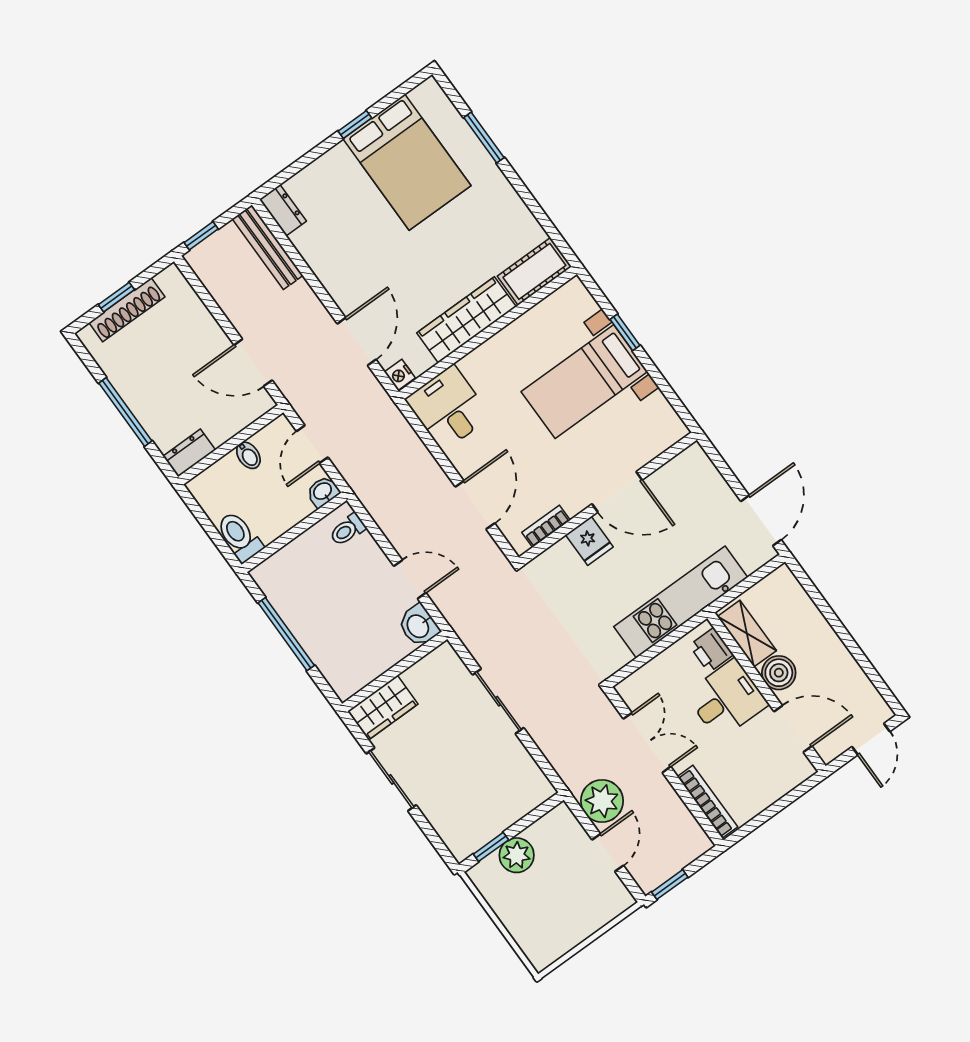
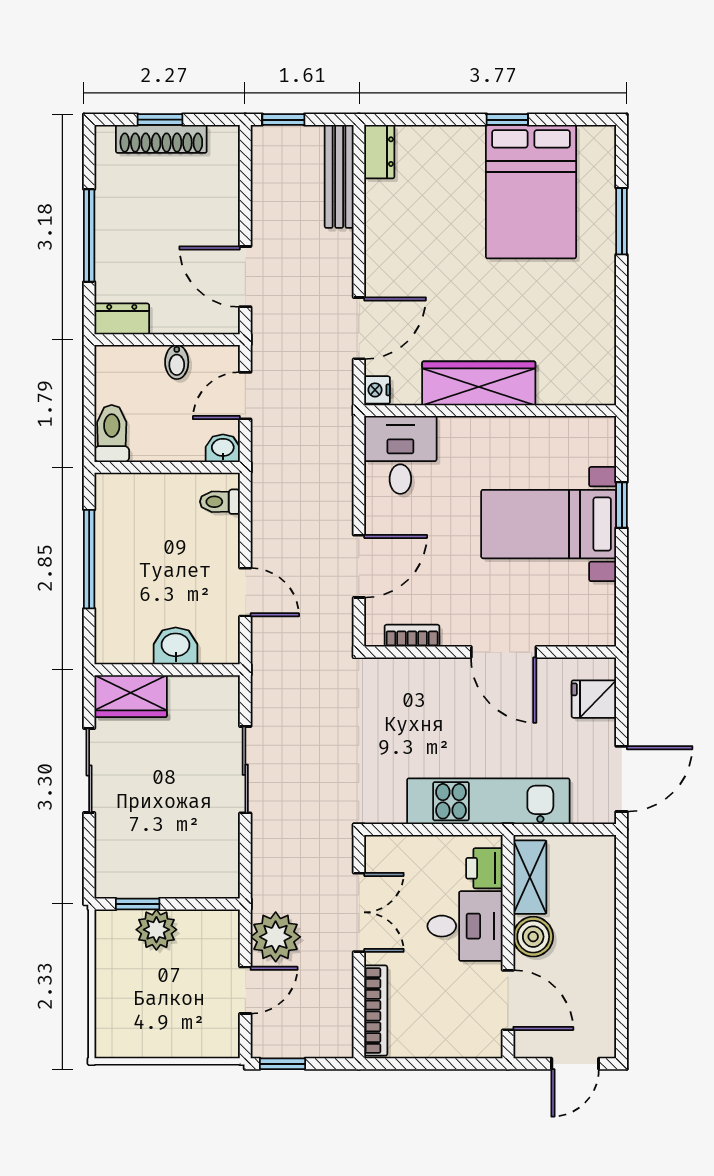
cot: (534, 271) -> (577, 384), removed
fridge: (589, 541) -> (594, 699), moved, turned 90
washbasin: (419, 626) -> (176, 646), moved, turned 90

